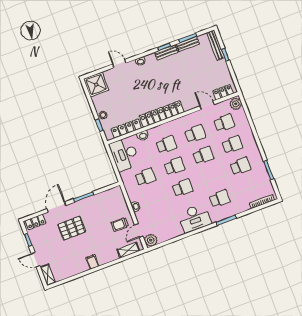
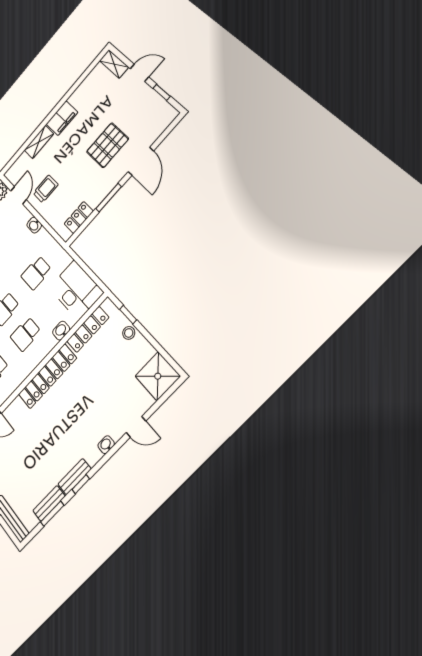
locker: (35, 222) -> (79, 218), moved
shelving: (128, 250) -> (39, 142), moved
filing cabinet: (92, 262) -> (62, 118), width x2.00

